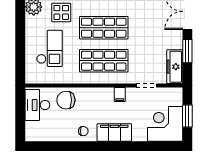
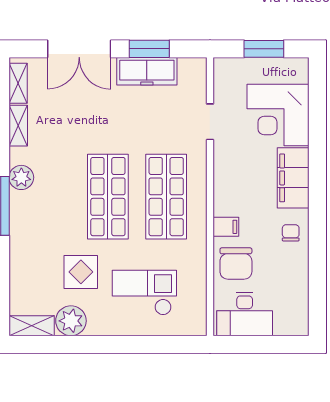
freezer: (175, 67) -> (147, 71), moved
filing cabinet: (120, 94) -> (226, 227), moved
corner desk: (165, 124) -> (278, 115), moved

